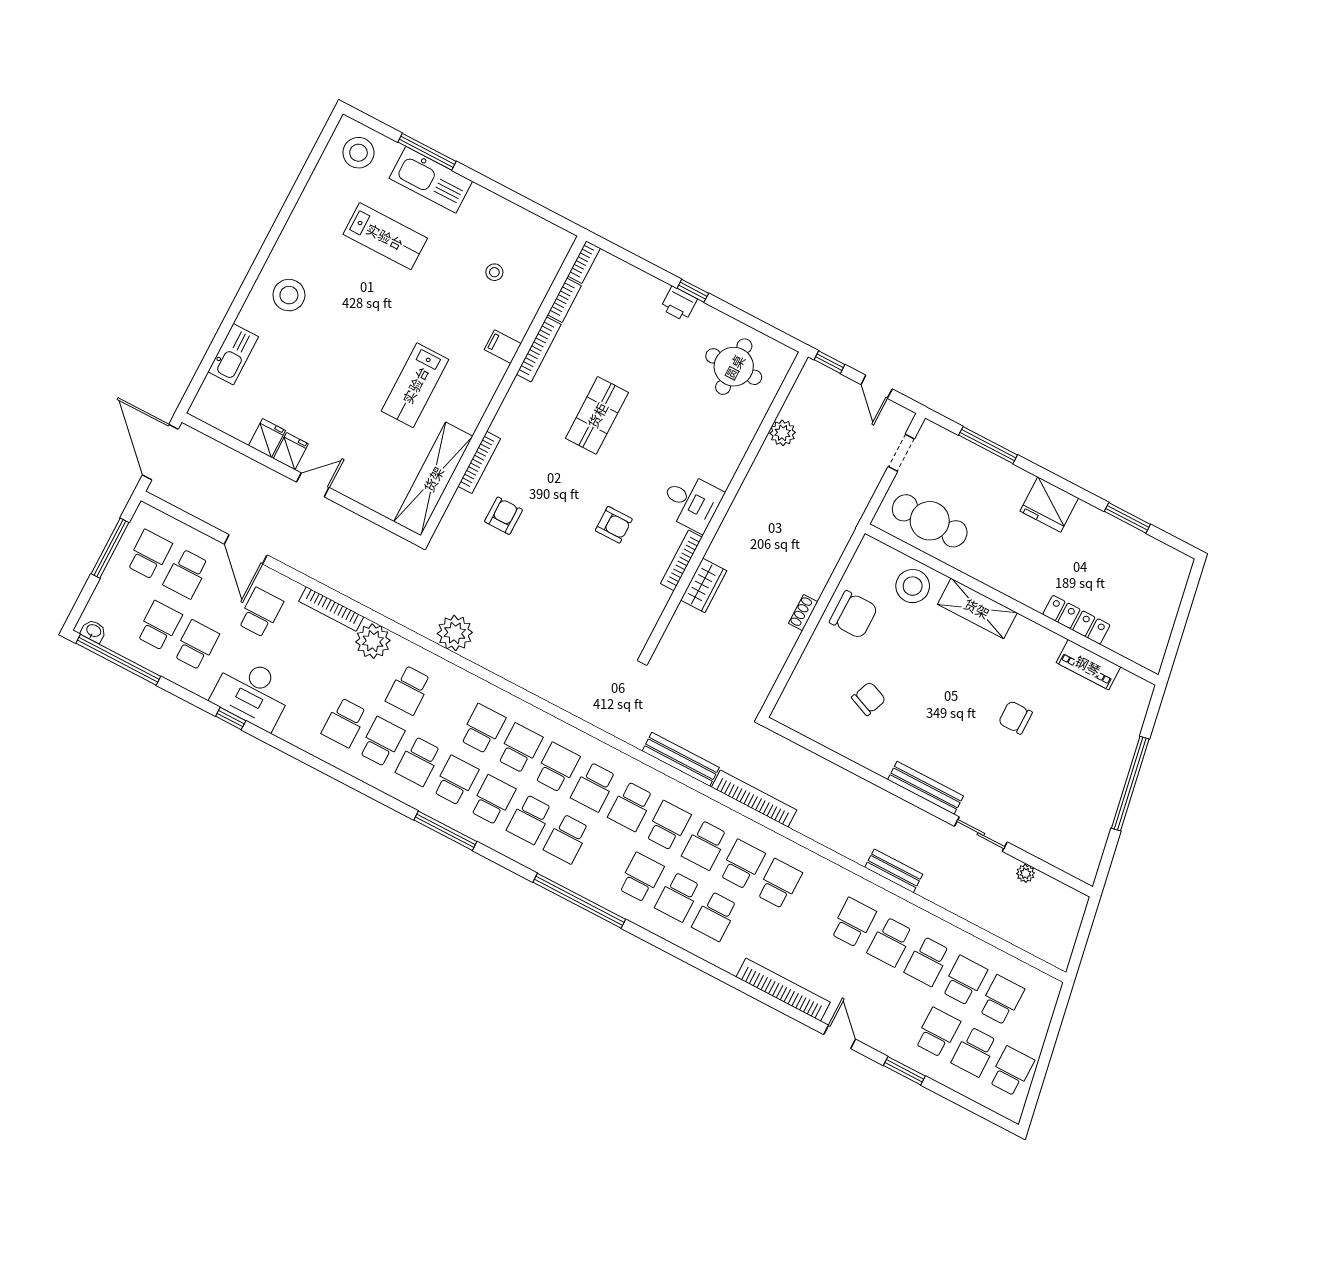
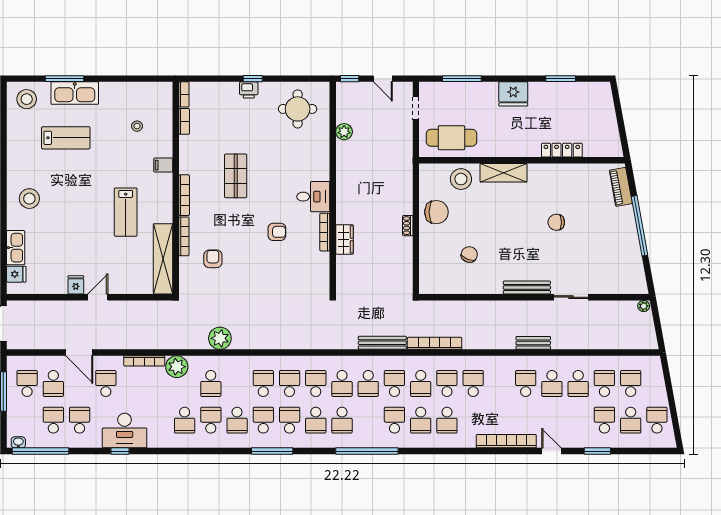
bookcase: (539, 349) -> (184, 195), moved
fridge: (267, 438) -> (16, 274), moved, turned 90
piano: (1088, 665) -> (621, 187), moved, turned 80
plant: (1026, 873) -> (644, 306), moved

